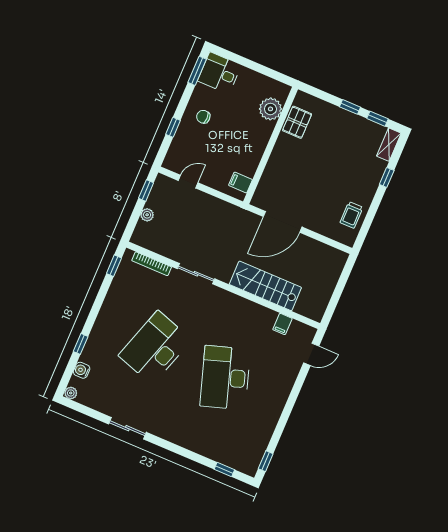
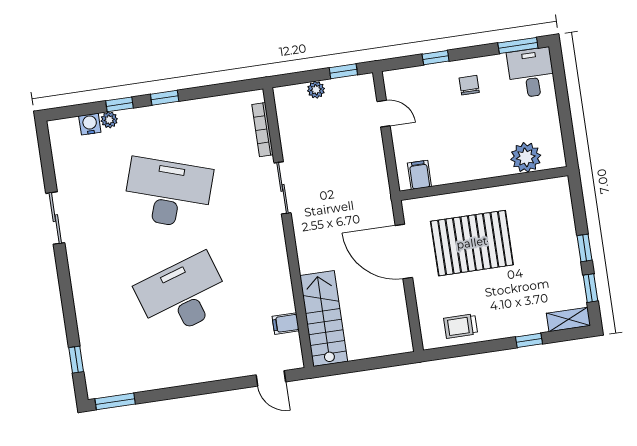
pallet: (297, 122) -> (472, 243), moved, width x2.05, depth x2.00
window: (114, 266) -> (165, 98), moved
stairs: (265, 286) -> (324, 319), moved
plant: (71, 393) -> (109, 120), moved
window: (266, 461) -> (115, 401), width x1.50

